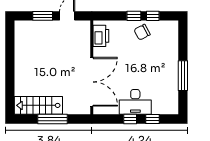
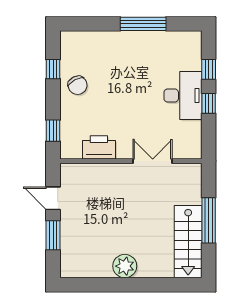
window: (134, 16) -> (53, 131), moved
printer: (101, 36) -> (99, 147), moved
plant: (22, 63) -> (125, 266), added
double door: (92, 82) -> (153, 161), width x0.54

